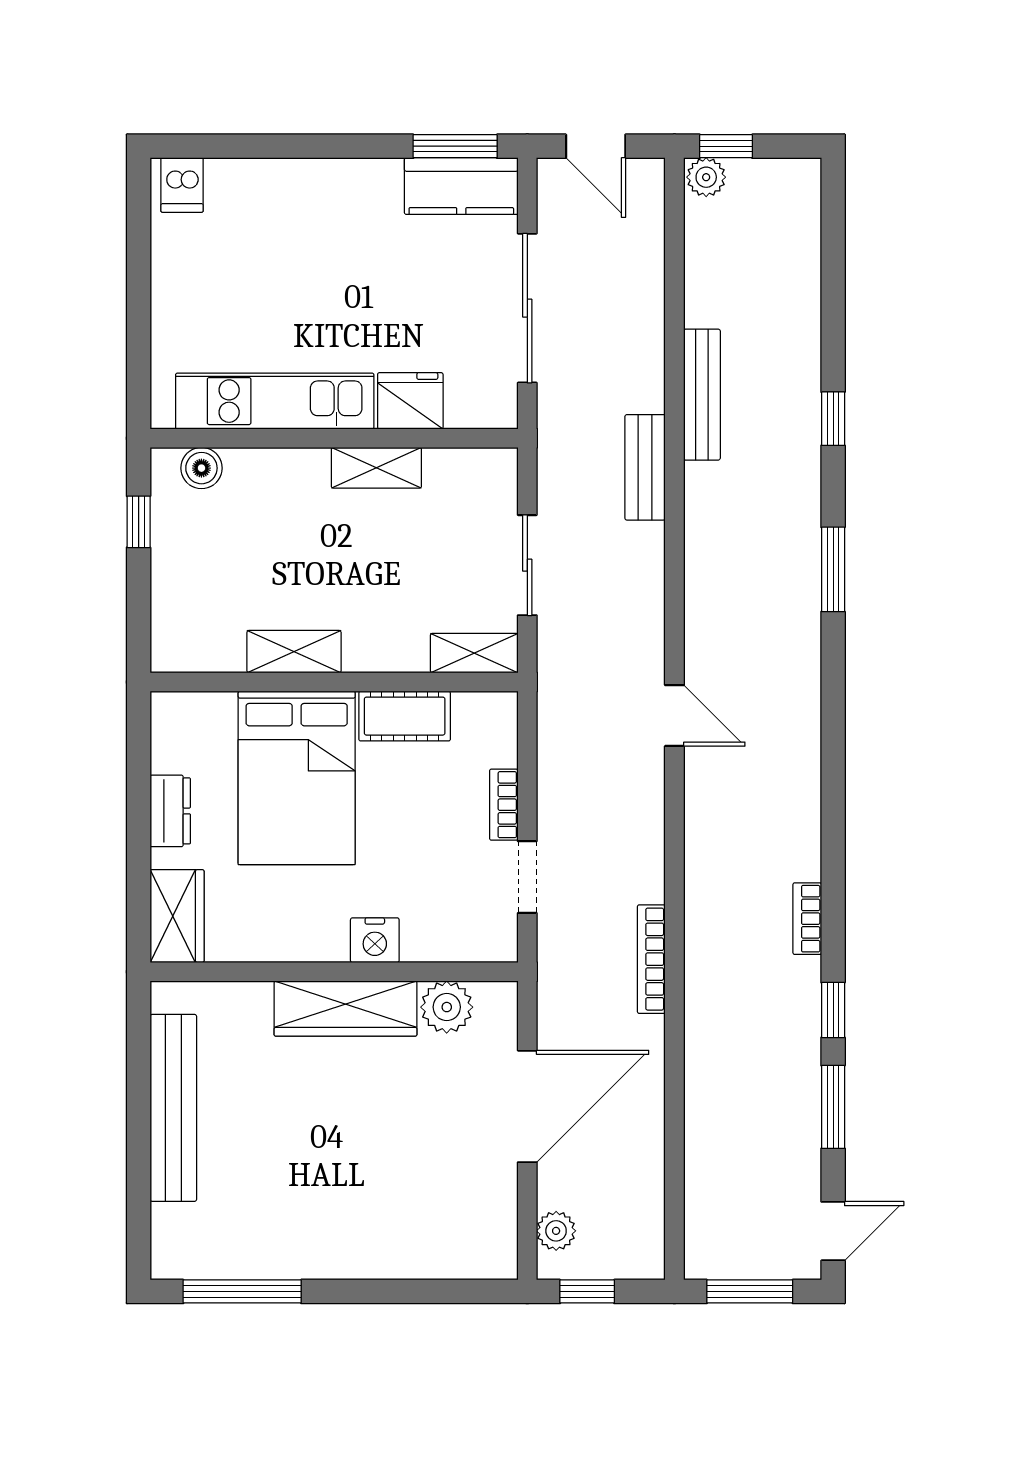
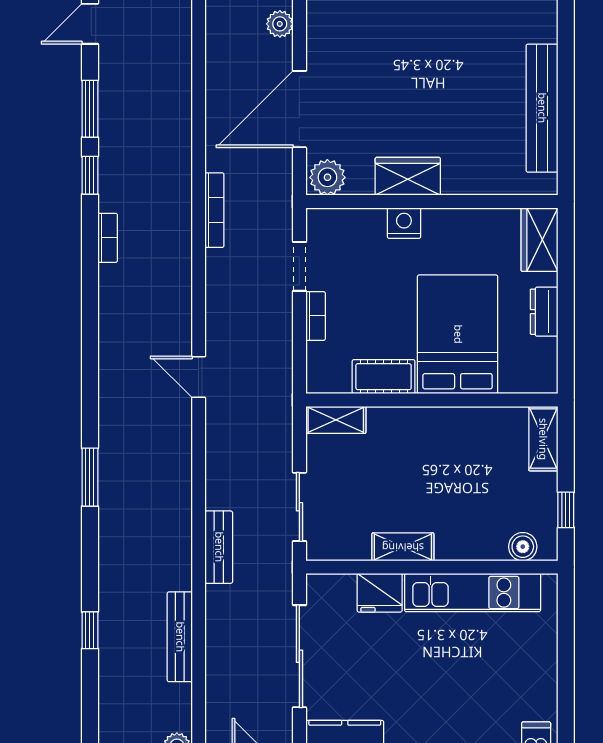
bench: (702, 395) -> (180, 637), moved
window: (833, 419) -> (90, 630), moved
sliding door: (527, 565) -> (299, 507), moved
shelving: (294, 652) -> (543, 439), moved, turned 90
plant: (447, 1007) -> (327, 177), moved
wardrobe: (346, 1009) -> (408, 176), width x0.67

